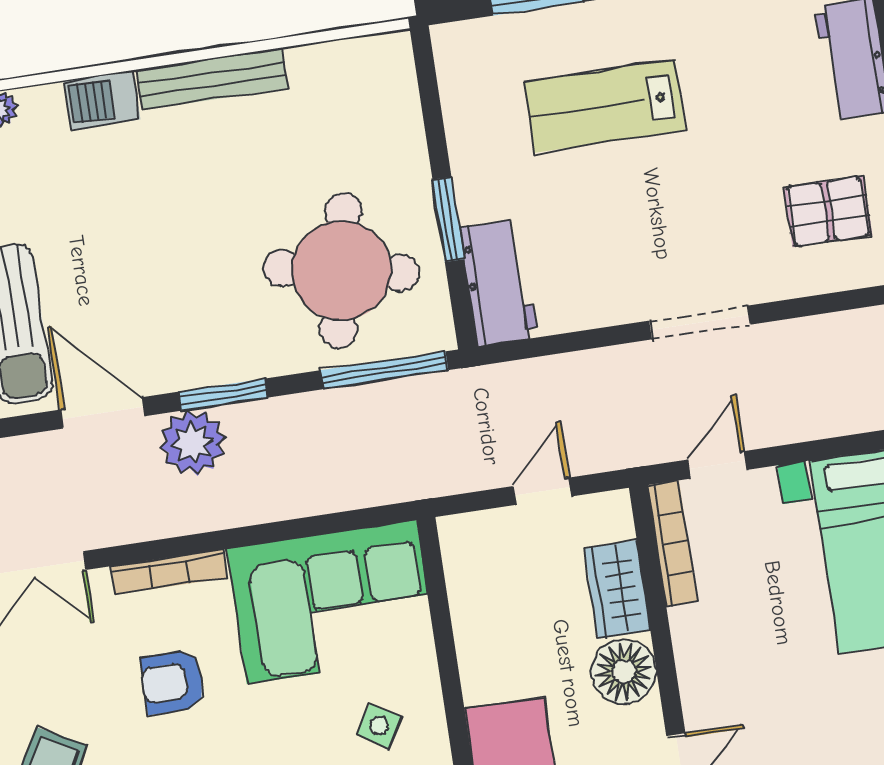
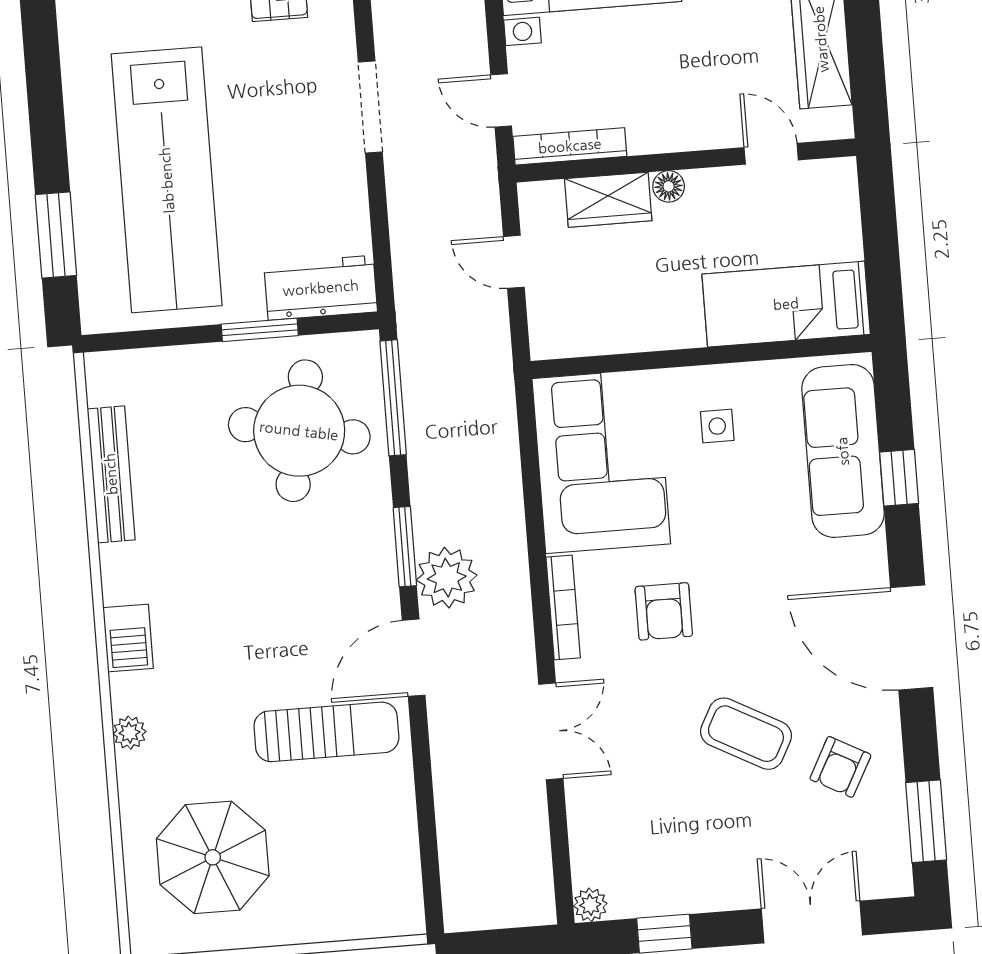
bench: (212, 79) -> (111, 474), moved
lab bench: (604, 106) -> (167, 180), width x1.86, depth x1.39
floor lamp: (624, 671) -> (669, 186), width x0.53, depth x0.53
side table: (379, 726) -> (717, 426), turned -31

